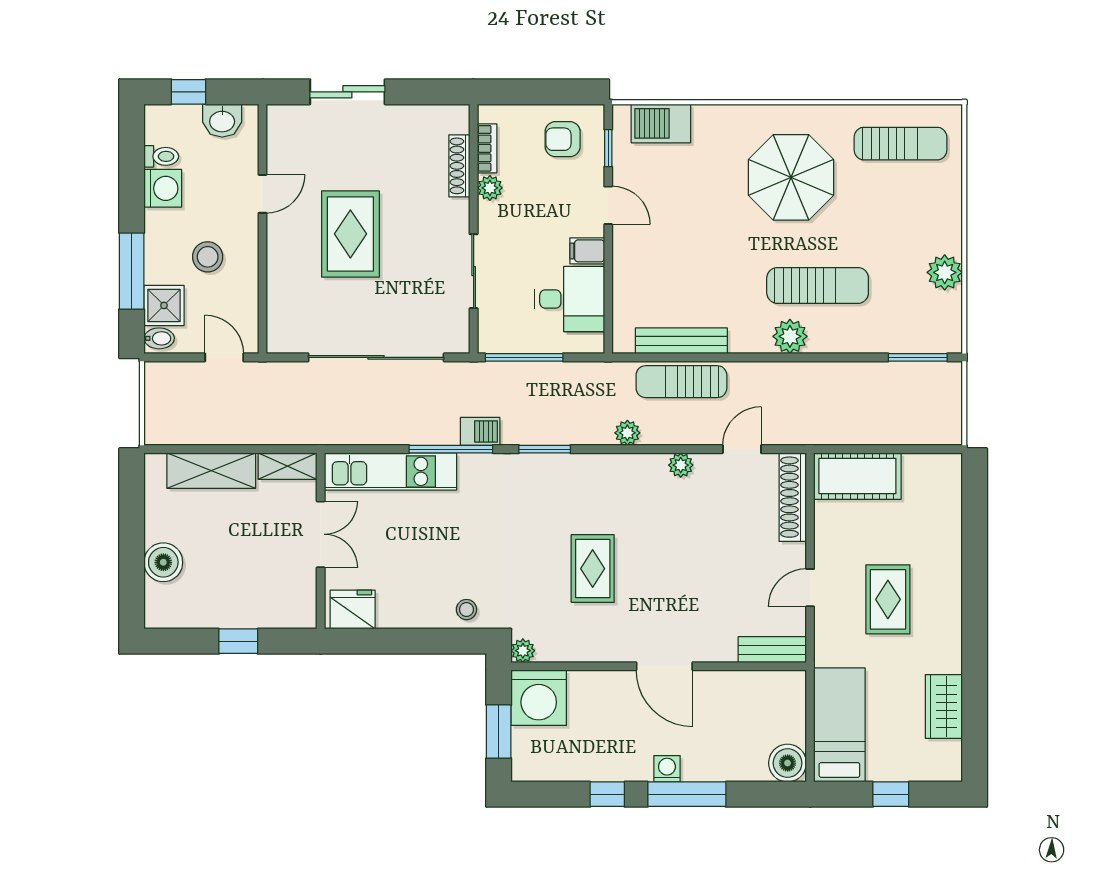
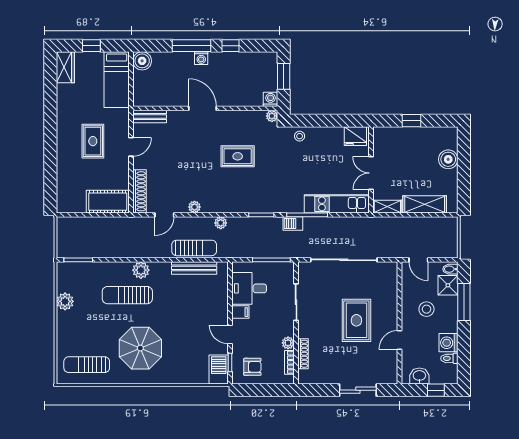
barbecue: (661, 123) -> (219, 369), moved, turned -90
rug: (593, 569) -> (238, 156), turned 90
washing machine: (539, 698) -> (271, 99), width x0.53, depth x0.53
wardrobe: (944, 706) -> (65, 67), moved

